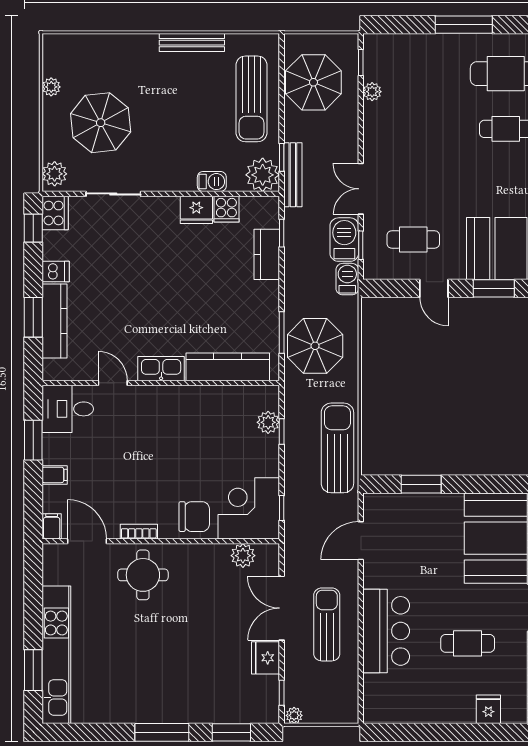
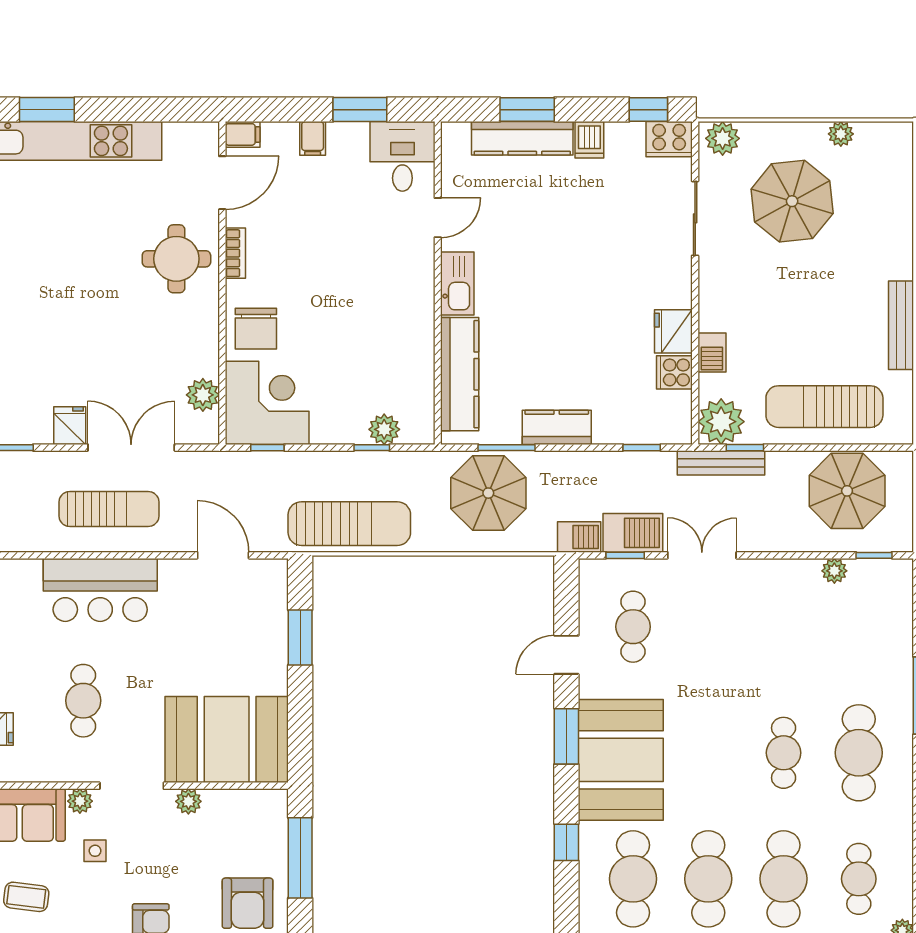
kitchen counter: (267, 254) -> (557, 427), moved
fridge: (266, 658) -> (70, 426), width x0.72

